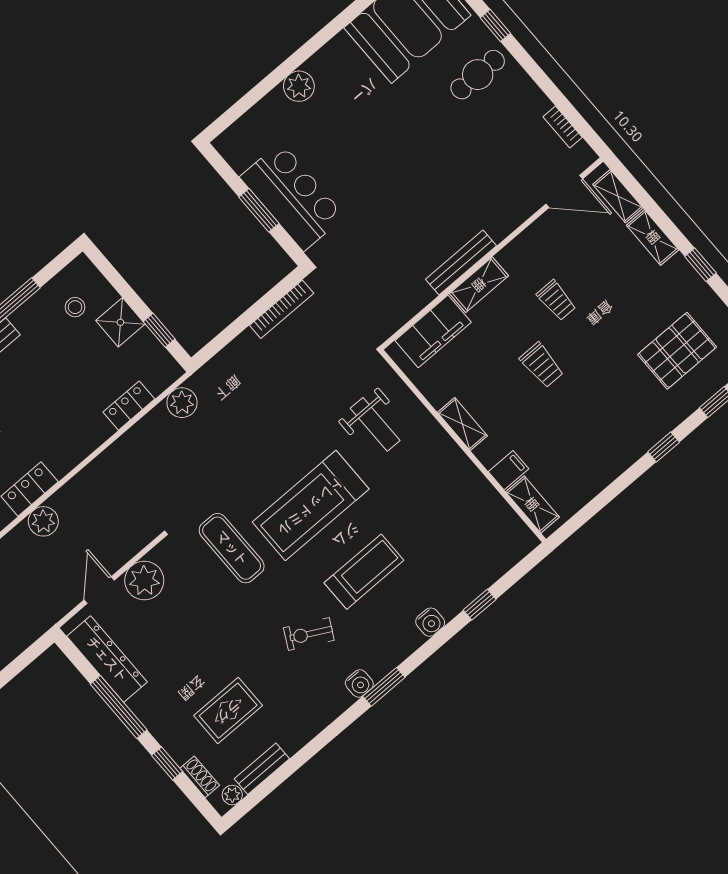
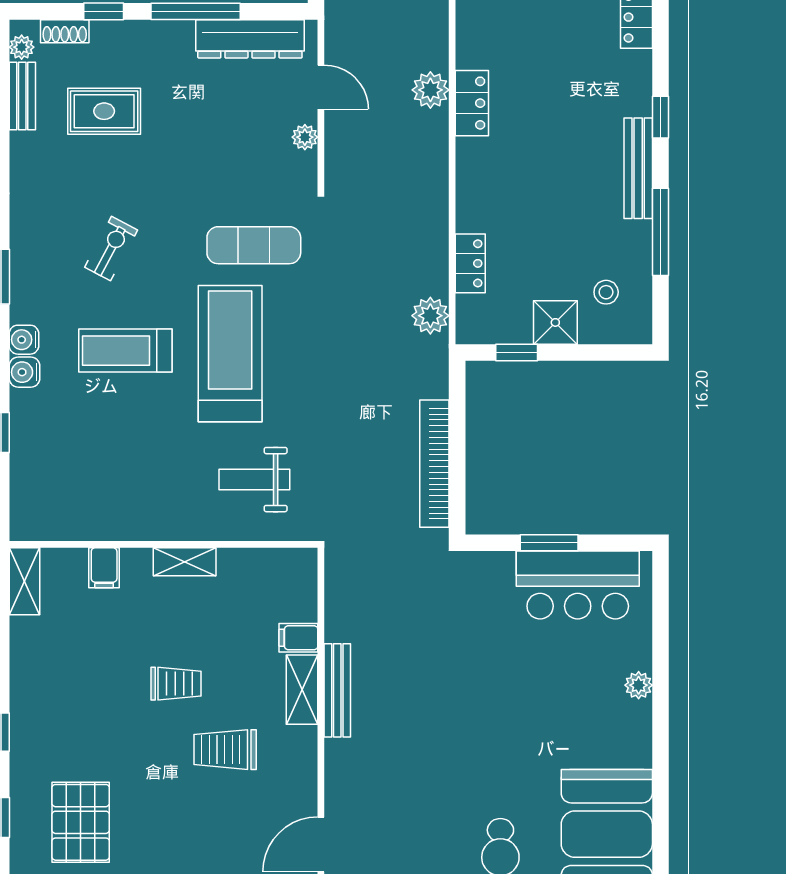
plant: (299, 86) -> (639, 685), width x0.73, depth x0.73
bar counter: (292, 197) -> (578, 585), moved
trolley: (556, 300) -> (225, 750), width x1.36, depth x1.39
bookcase: (282, 309) -> (434, 464), width x1.48, depth x1.31
filing cabinet: (433, 331) -> (298, 638), width x0.33, depth x0.86
trolley: (542, 365) -> (176, 684), turned 180
shelving: (532, 504) -> (24, 581), moved, turned 90
treadmill: (364, 572) -> (125, 351), turned 90
plant: (144, 581) -> (305, 137), width x0.53, depth x0.53
water cooler: (359, 683) -> (24, 340), moved
rug: (228, 711) -> (104, 111), turned 90

